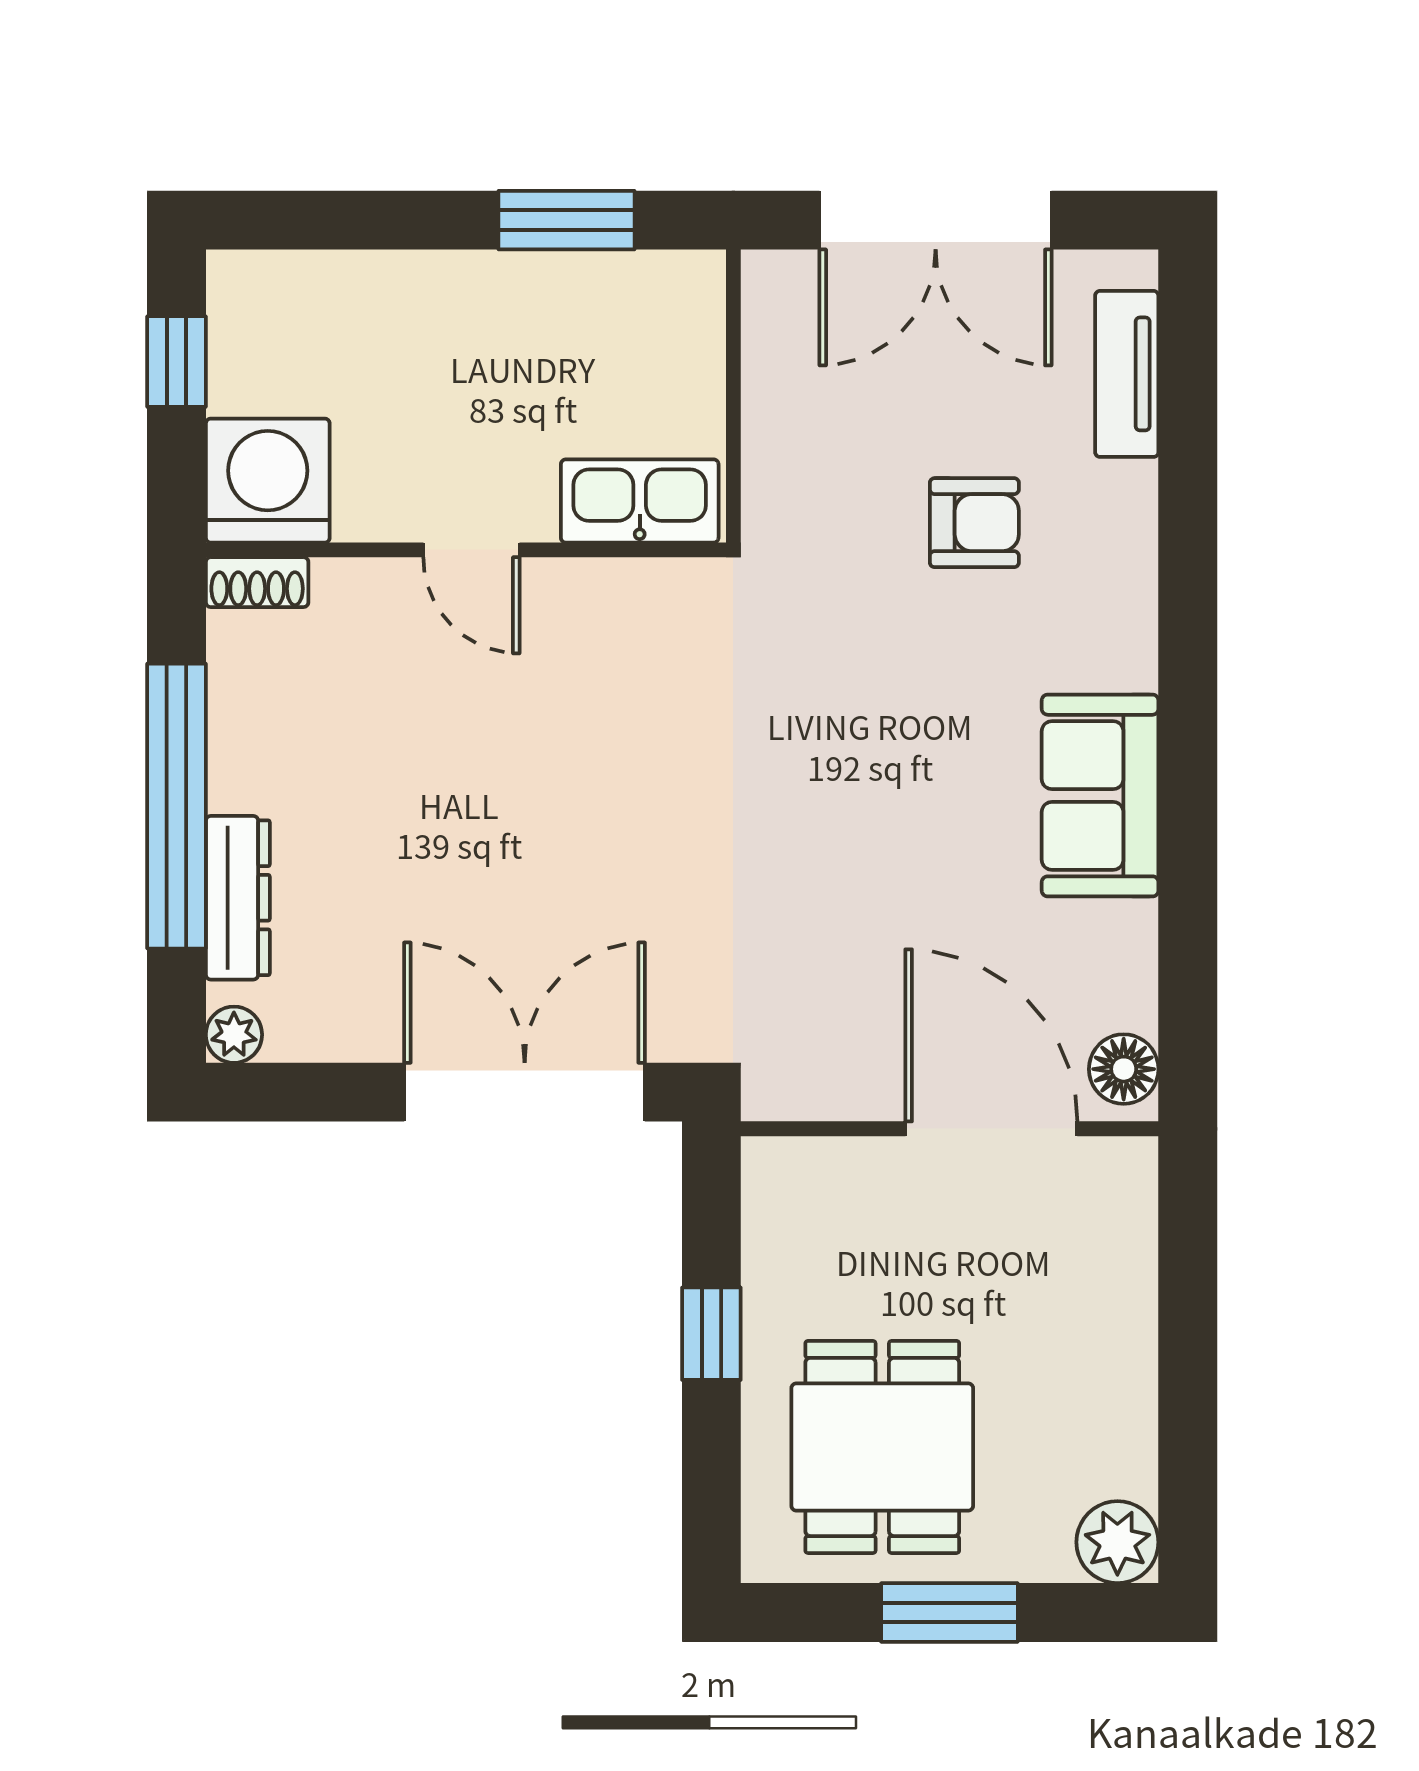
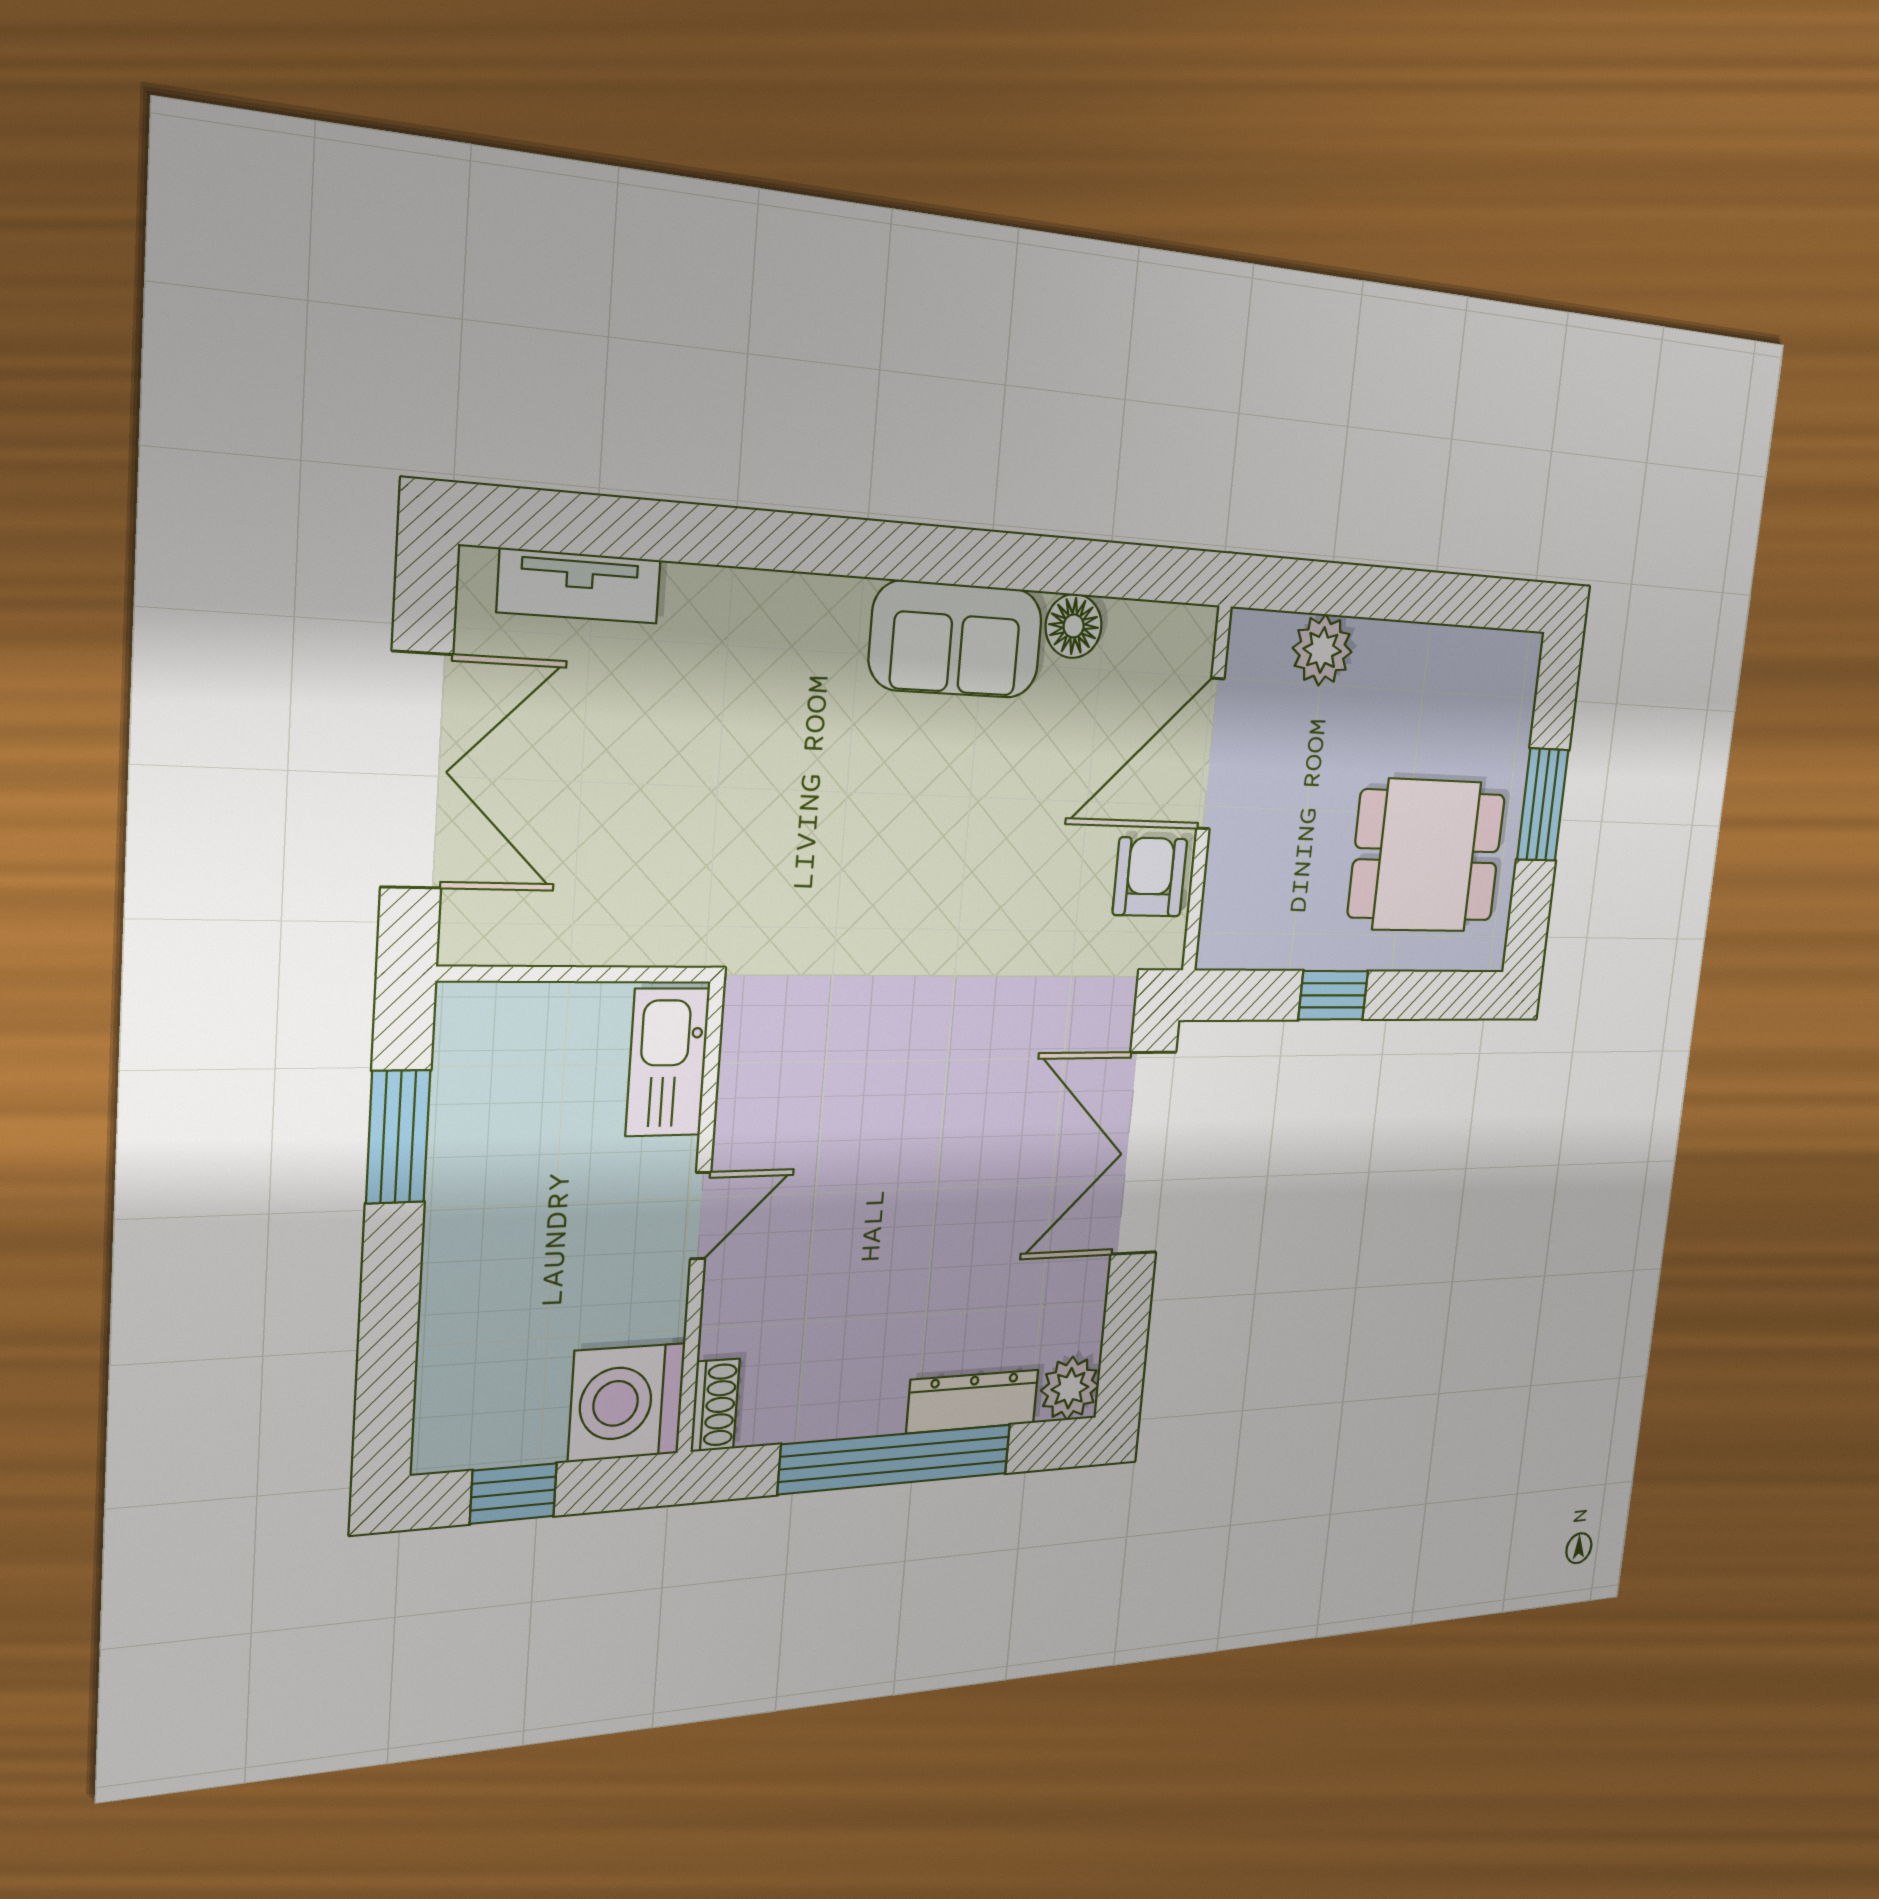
armchair: (974, 523) -> (1150, 877), moved
plant: (234, 1035) -> (1070, 1388), width x1.38, depth x1.38
floor lamp: (1124, 1069) -> (1074, 626), moved
plant: (1117, 1542) -> (1322, 650), moved

